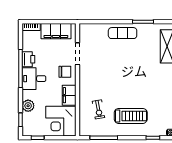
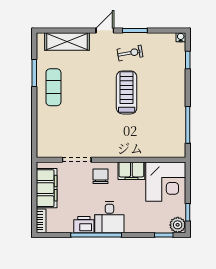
exercise mat: (123, 33) -> (53, 87), moved
plant: (28, 106) -> (178, 225), moved
exercise bike: (98, 109) -> (130, 53), moved
treadmill: (131, 116) -> (127, 92), moved

